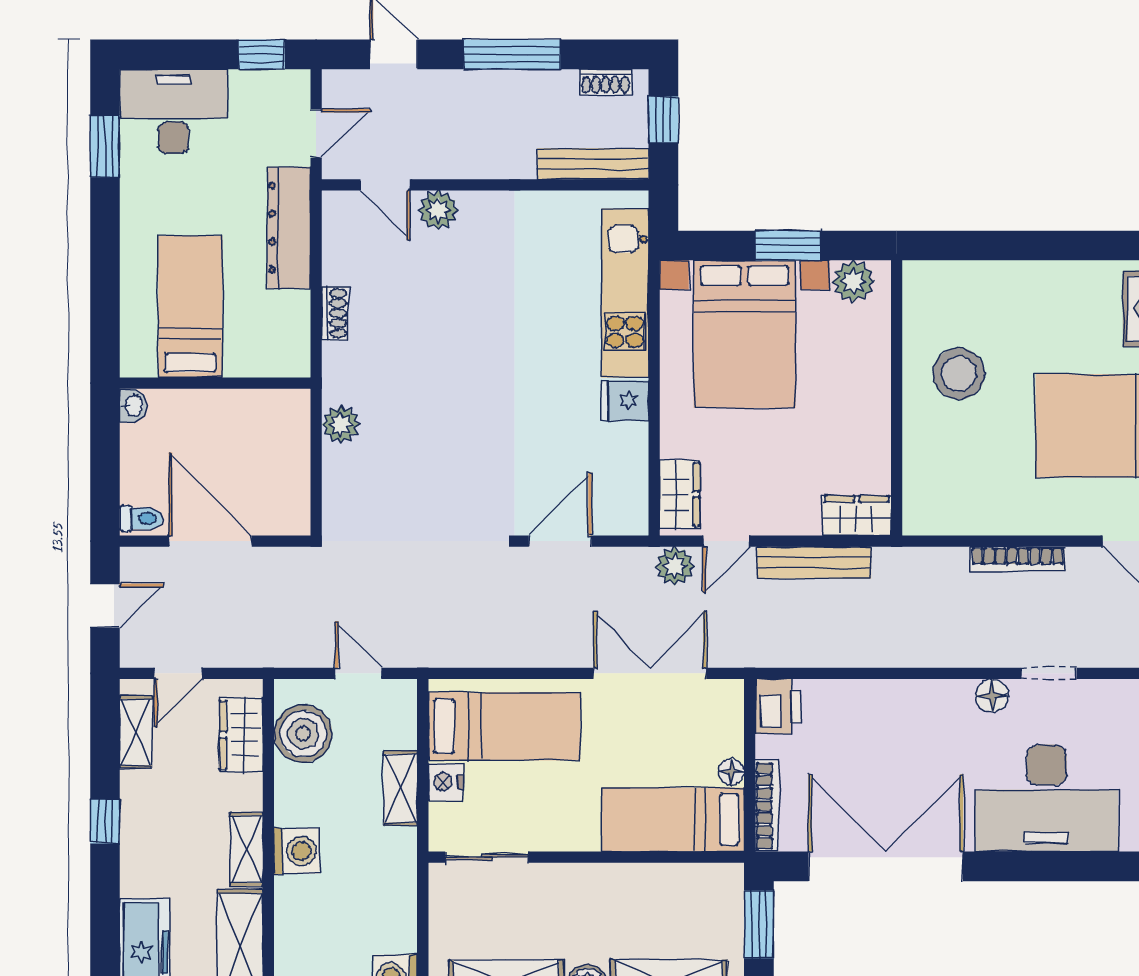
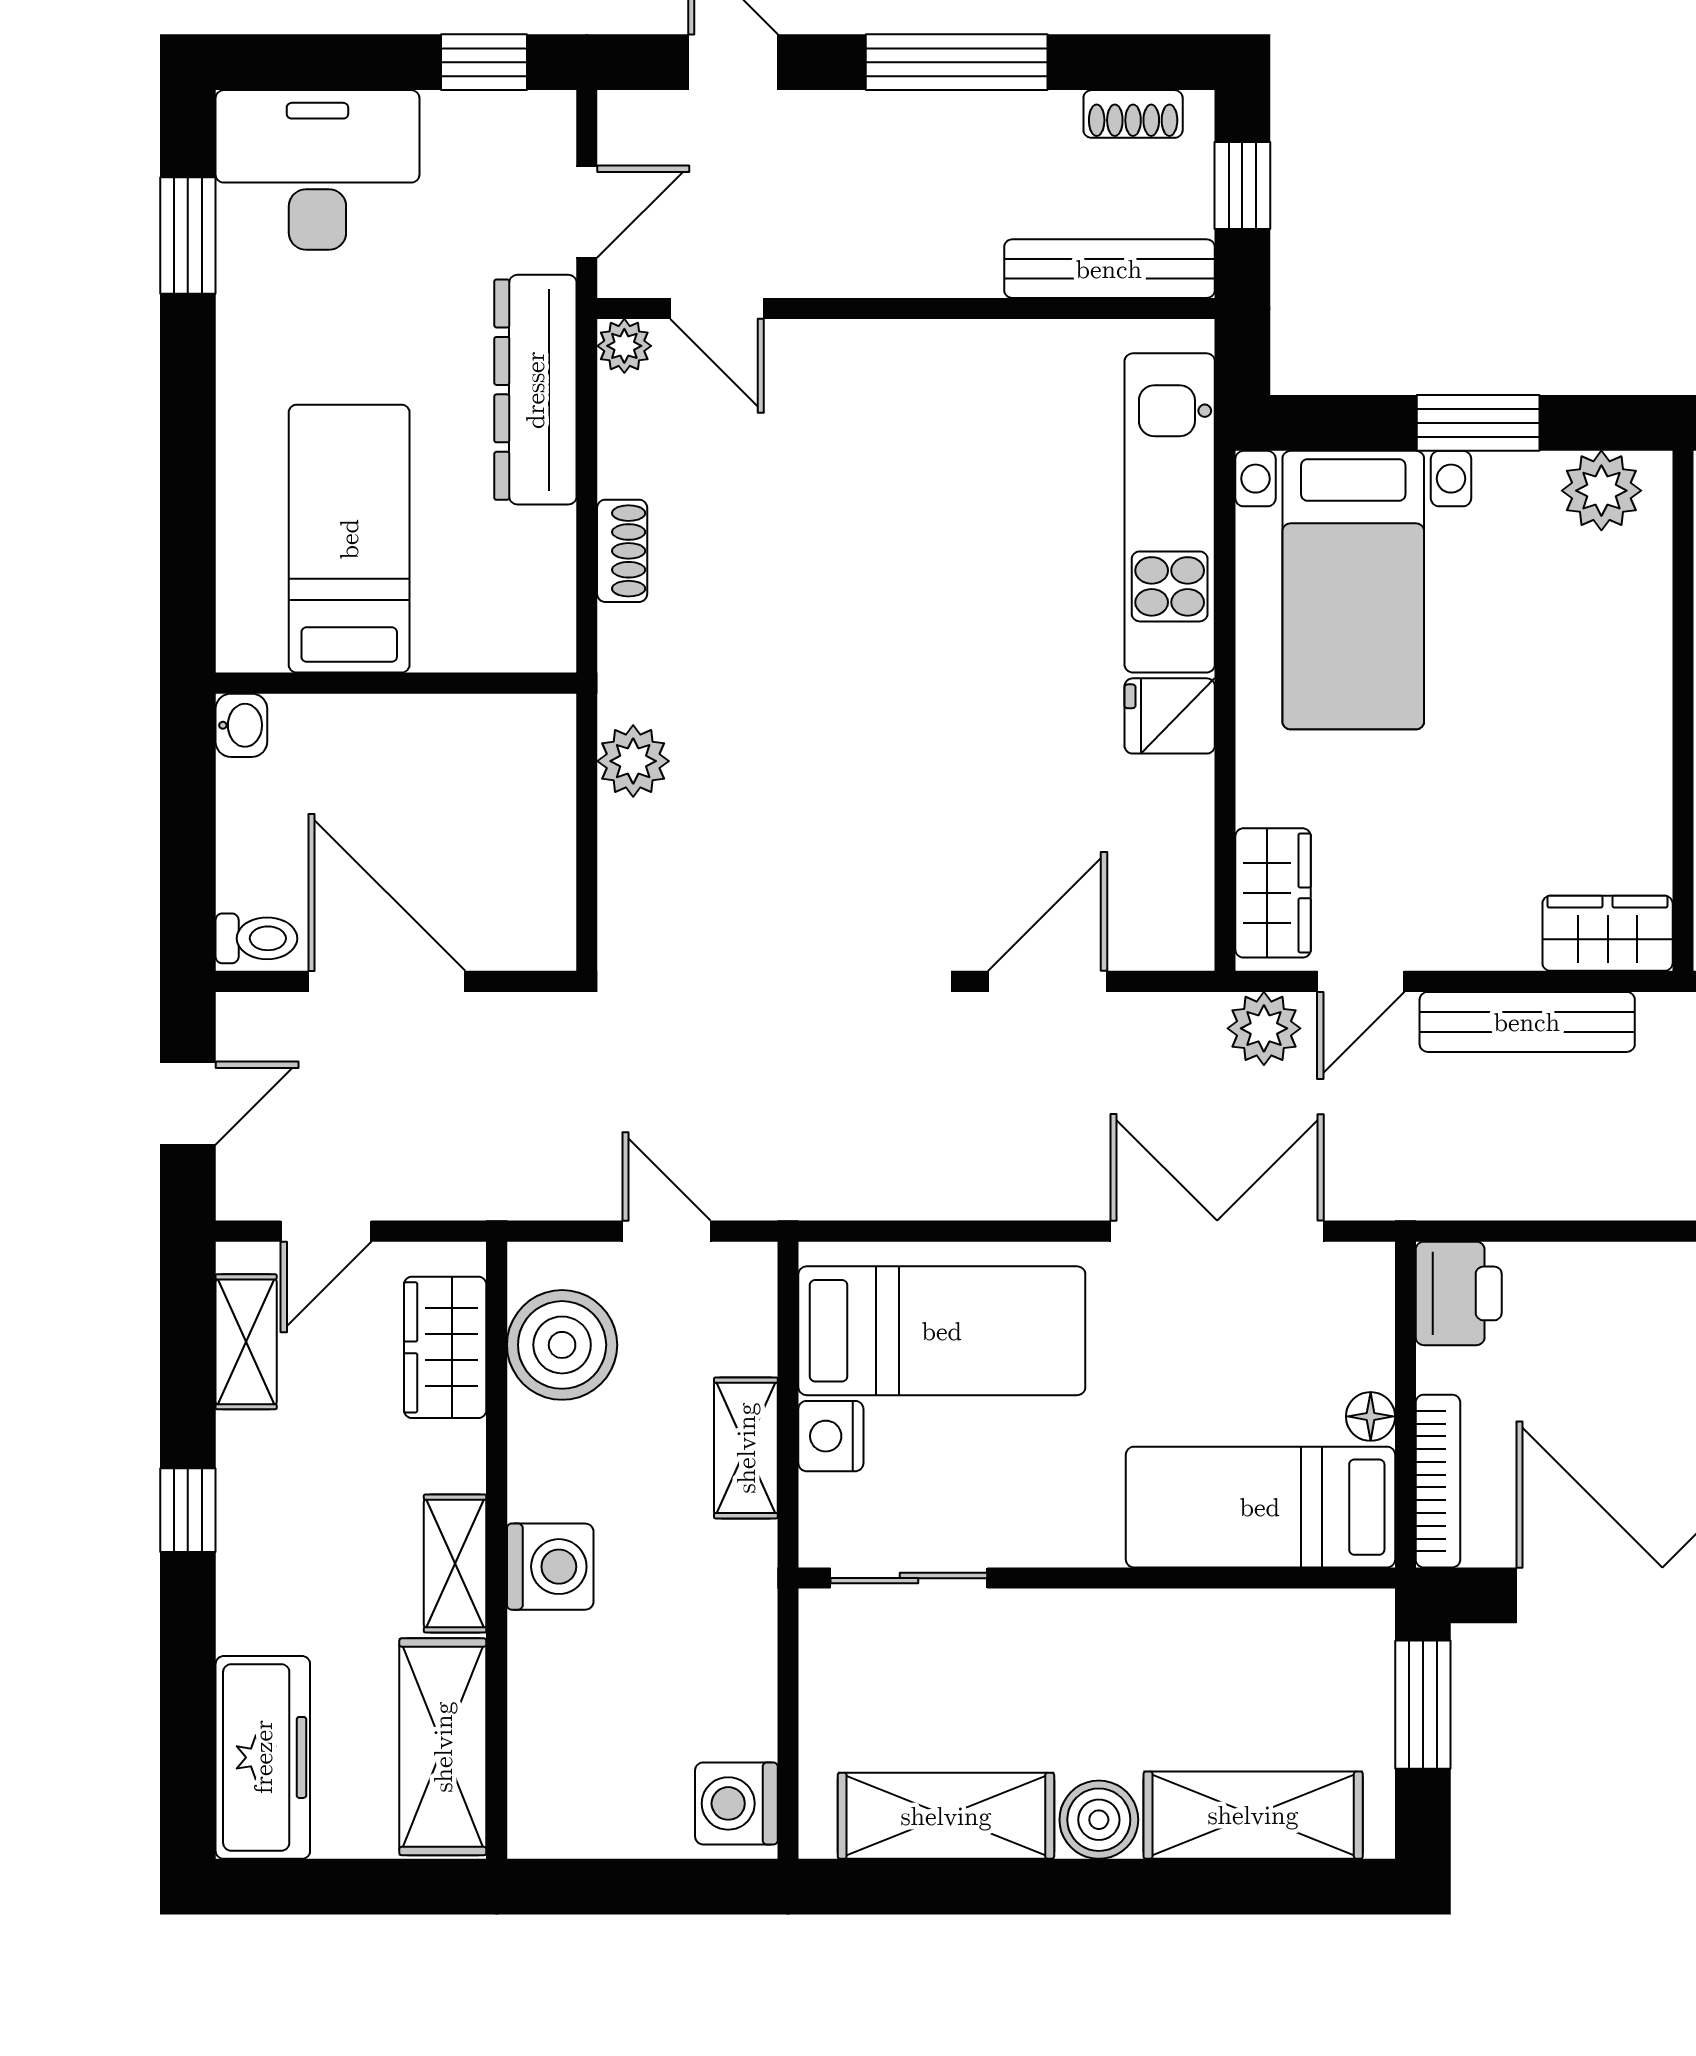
plant: (438, 210) -> (624, 346), moved, width x0.73, depth x0.73
bed with nightstands: (745, 334) -> (1353, 590), width x0.73

